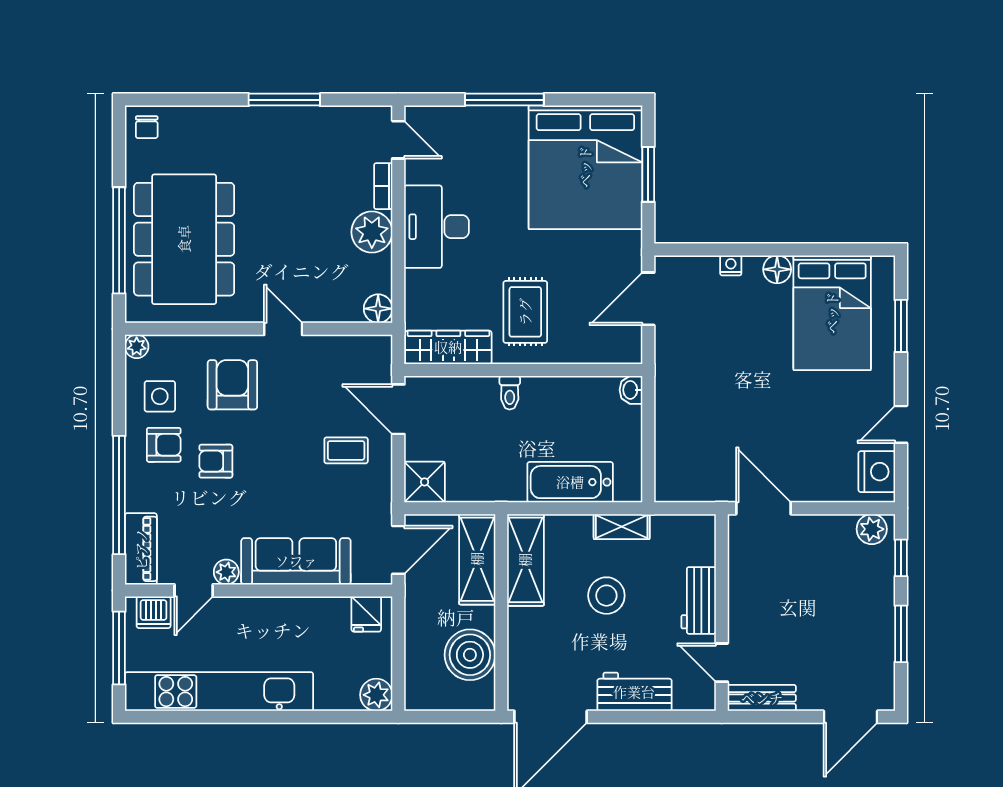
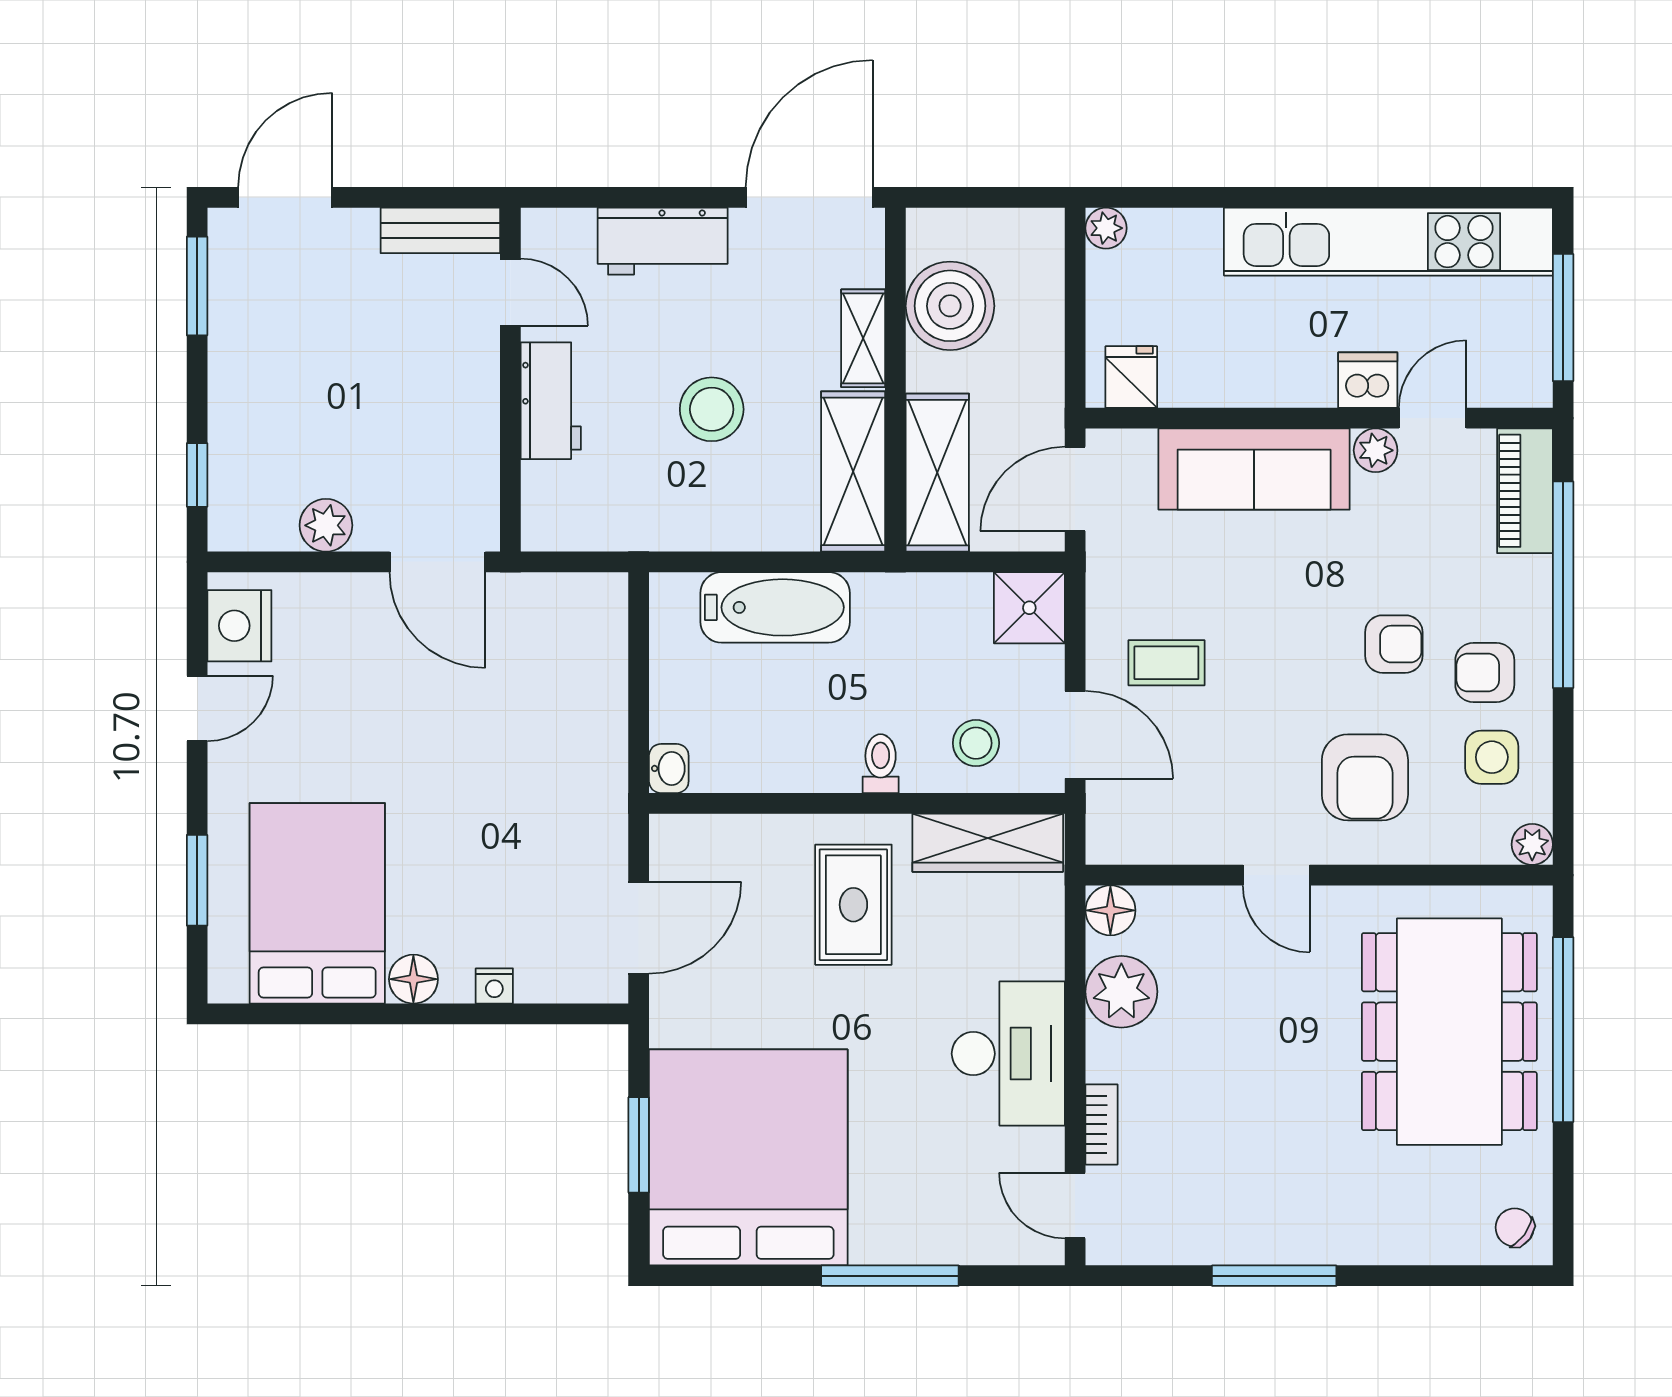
chair: (147, 127) -> (1515, 1227), turned -54
plant: (372, 232) -> (1121, 992), moved
stool: (455, 404) -> (976, 743), added
shelving: (622, 527) -> (863, 338), moved, turned 90
plant: (872, 529) -> (326, 525), moved
dishwasher: (154, 612) -> (1368, 380), moved
window: (901, 634) -> (197, 286), moved
plant: (376, 695) -> (1106, 228), width x0.73, depth x0.73

